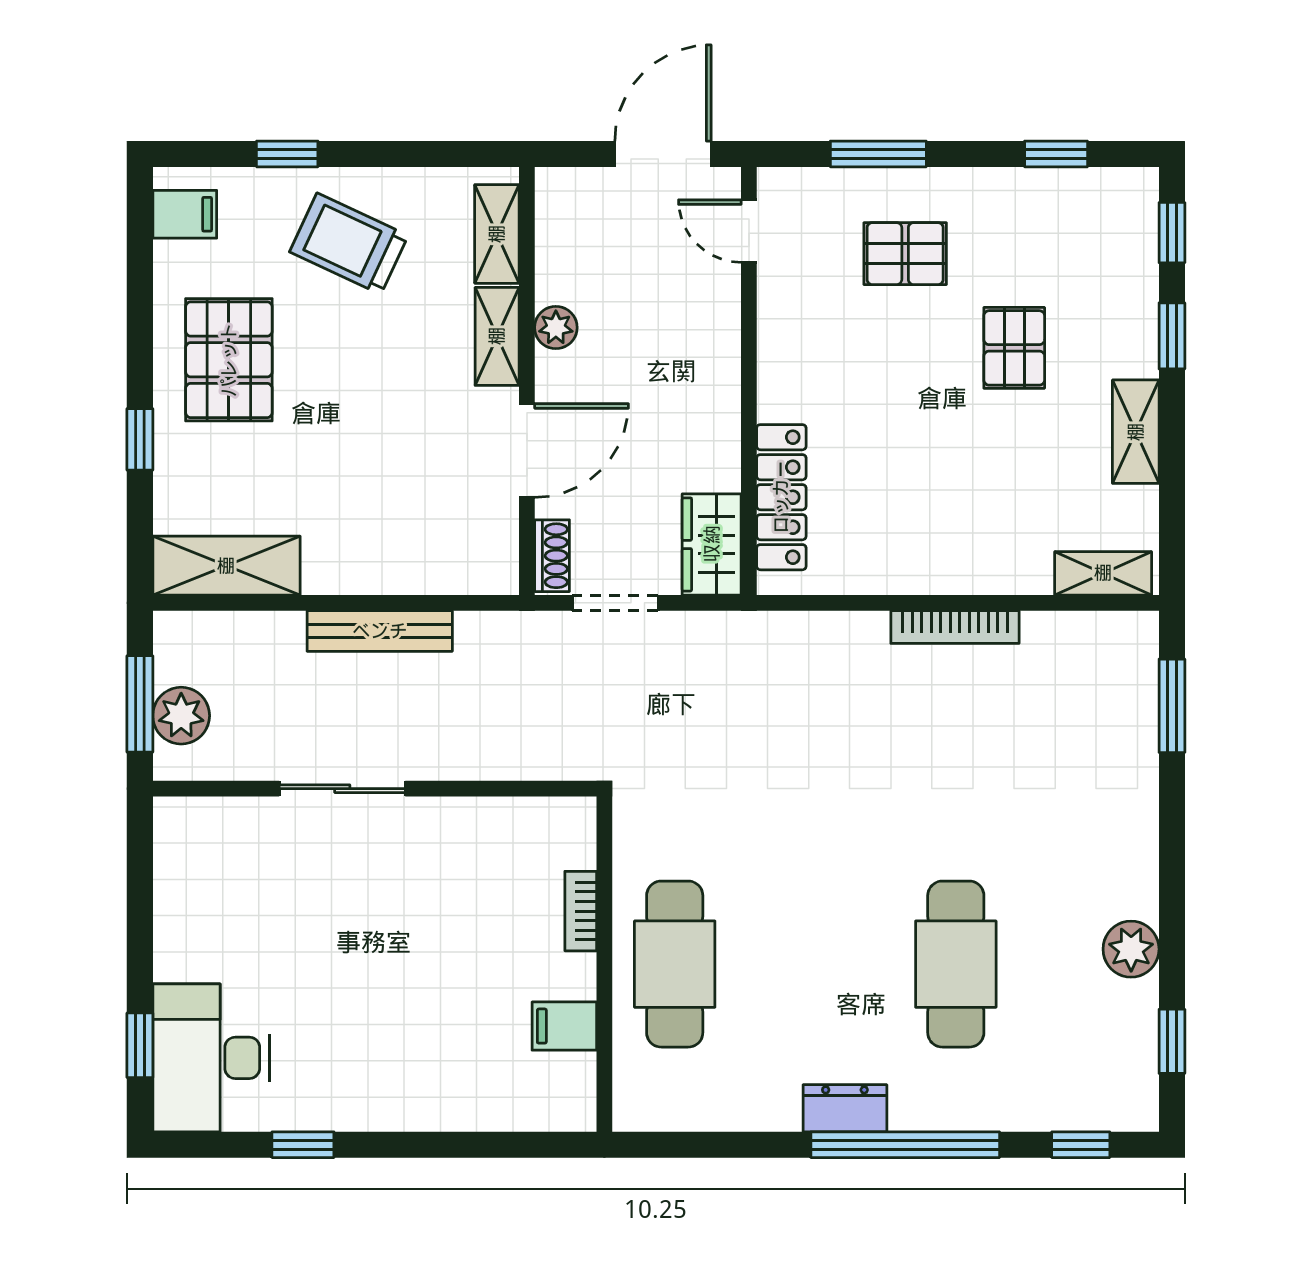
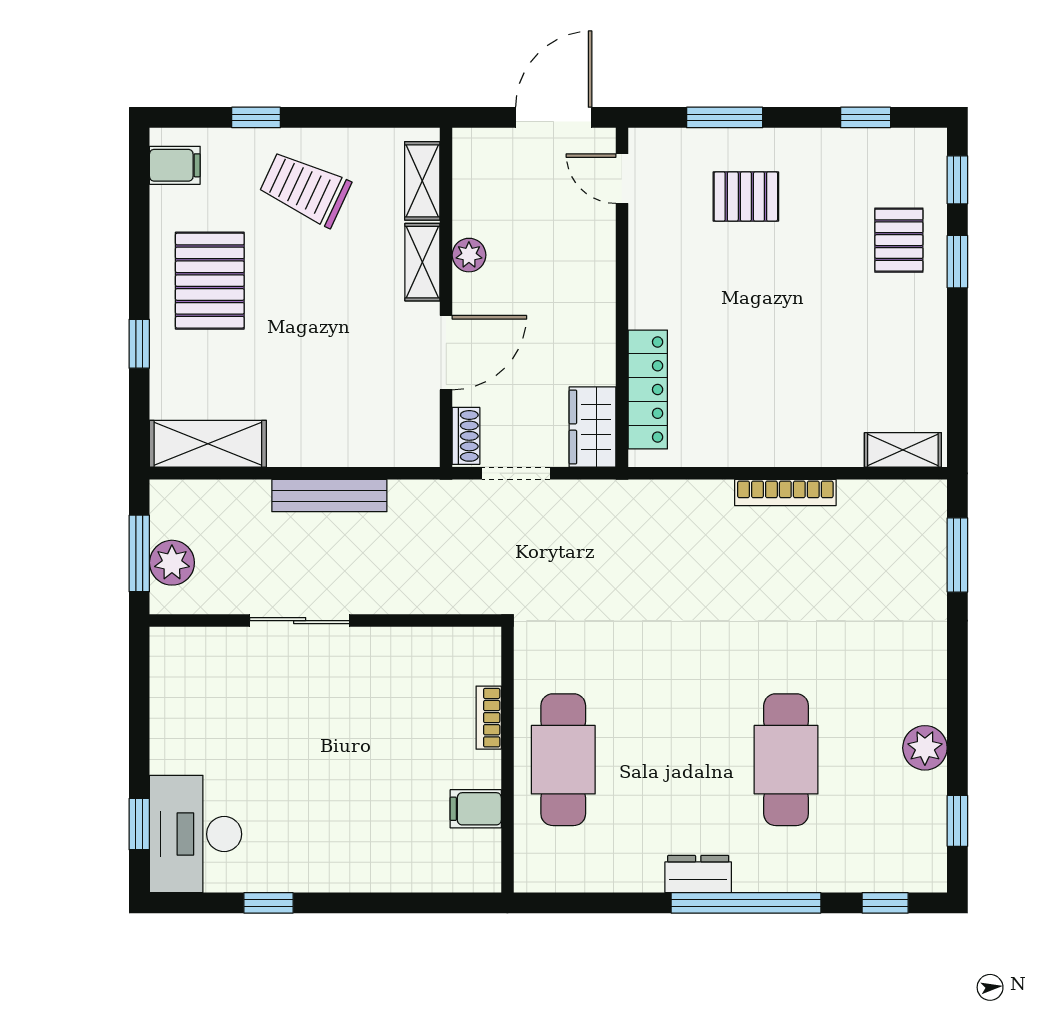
pallet: (1014, 348) -> (899, 240), moved
shelving: (1136, 432) -> (929, 338), removed

